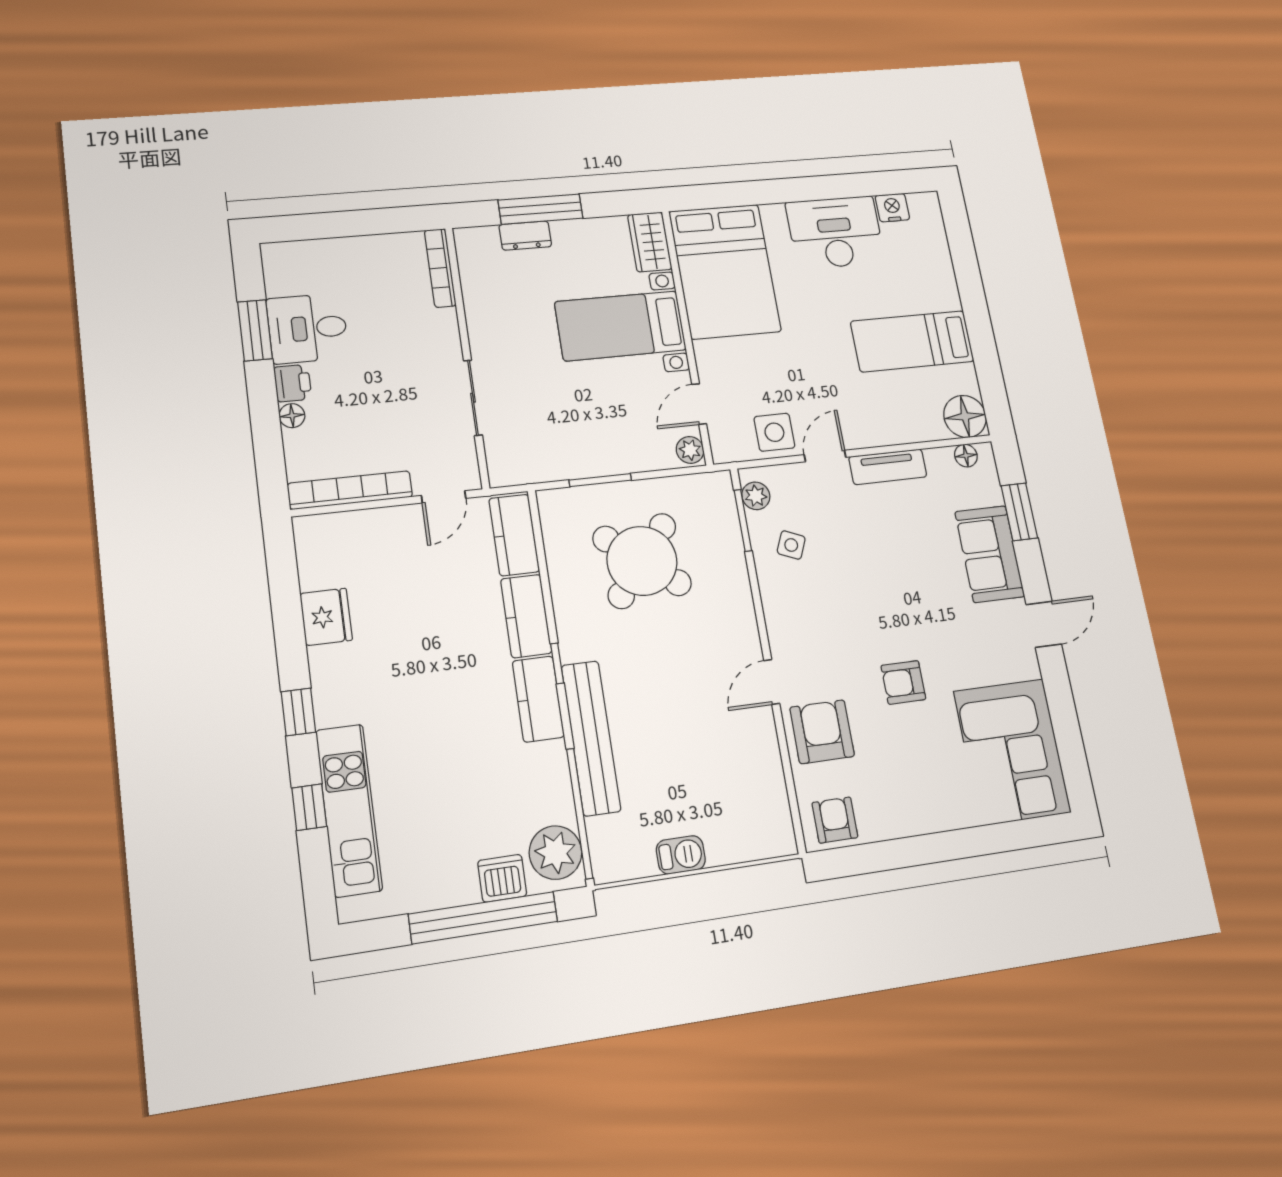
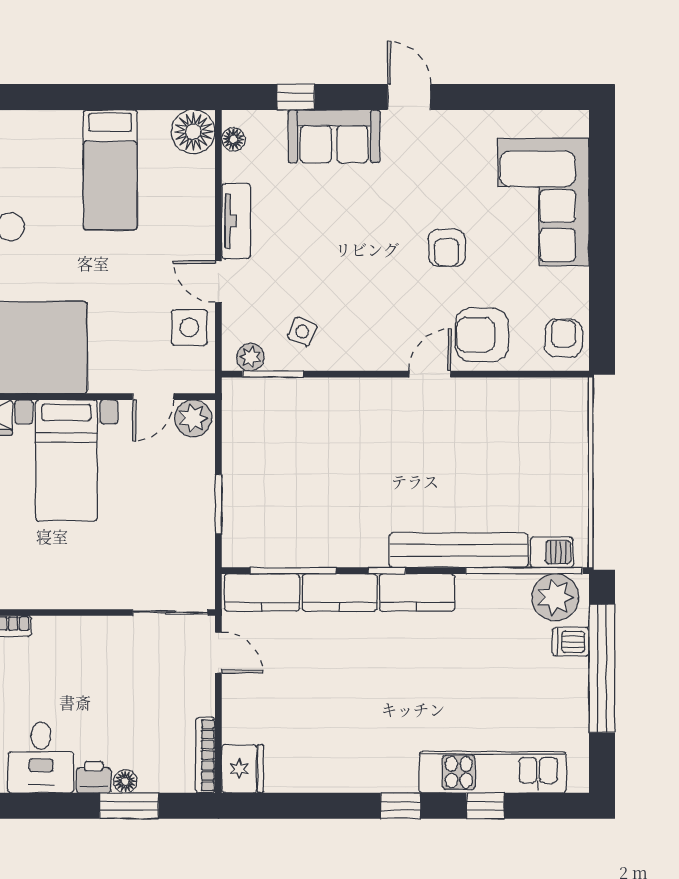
window: (255, 330) -> (129, 806), moved
sliding door: (473, 398) -> (170, 613), moved
door: (699, 404) -> (153, 397), hinge flipped
plant: (690, 450) -> (193, 418), width x1.38, depth x1.38
bookcase: (350, 490) -> (206, 755), width x0.68, depth x0.76
window: (1019, 512) -> (296, 97), width x0.67
round table: (642, 561) -> (301, 477), removed
window: (542, 564) -> (293, 571), added
fridge: (326, 617) -> (242, 769), moved, turned 90
door: (772, 682) -> (430, 374), swing flipped
corner sofa: (1012, 752) -> (543, 202), moved, turned 90
armchair: (835, 820) -> (564, 338), turned 90
barbecue: (681, 855) -> (552, 552), moved, turned 90
dishwasher: (502, 878) -> (571, 642), width x0.73

